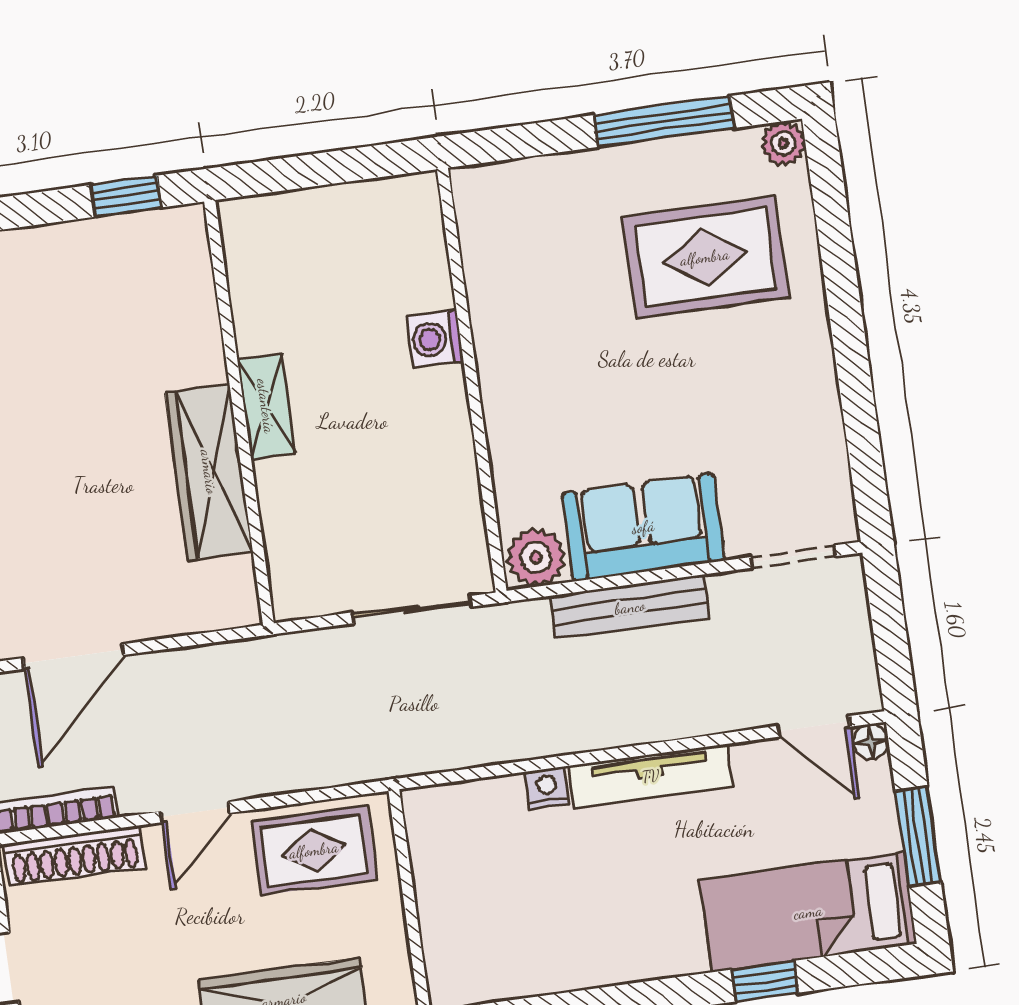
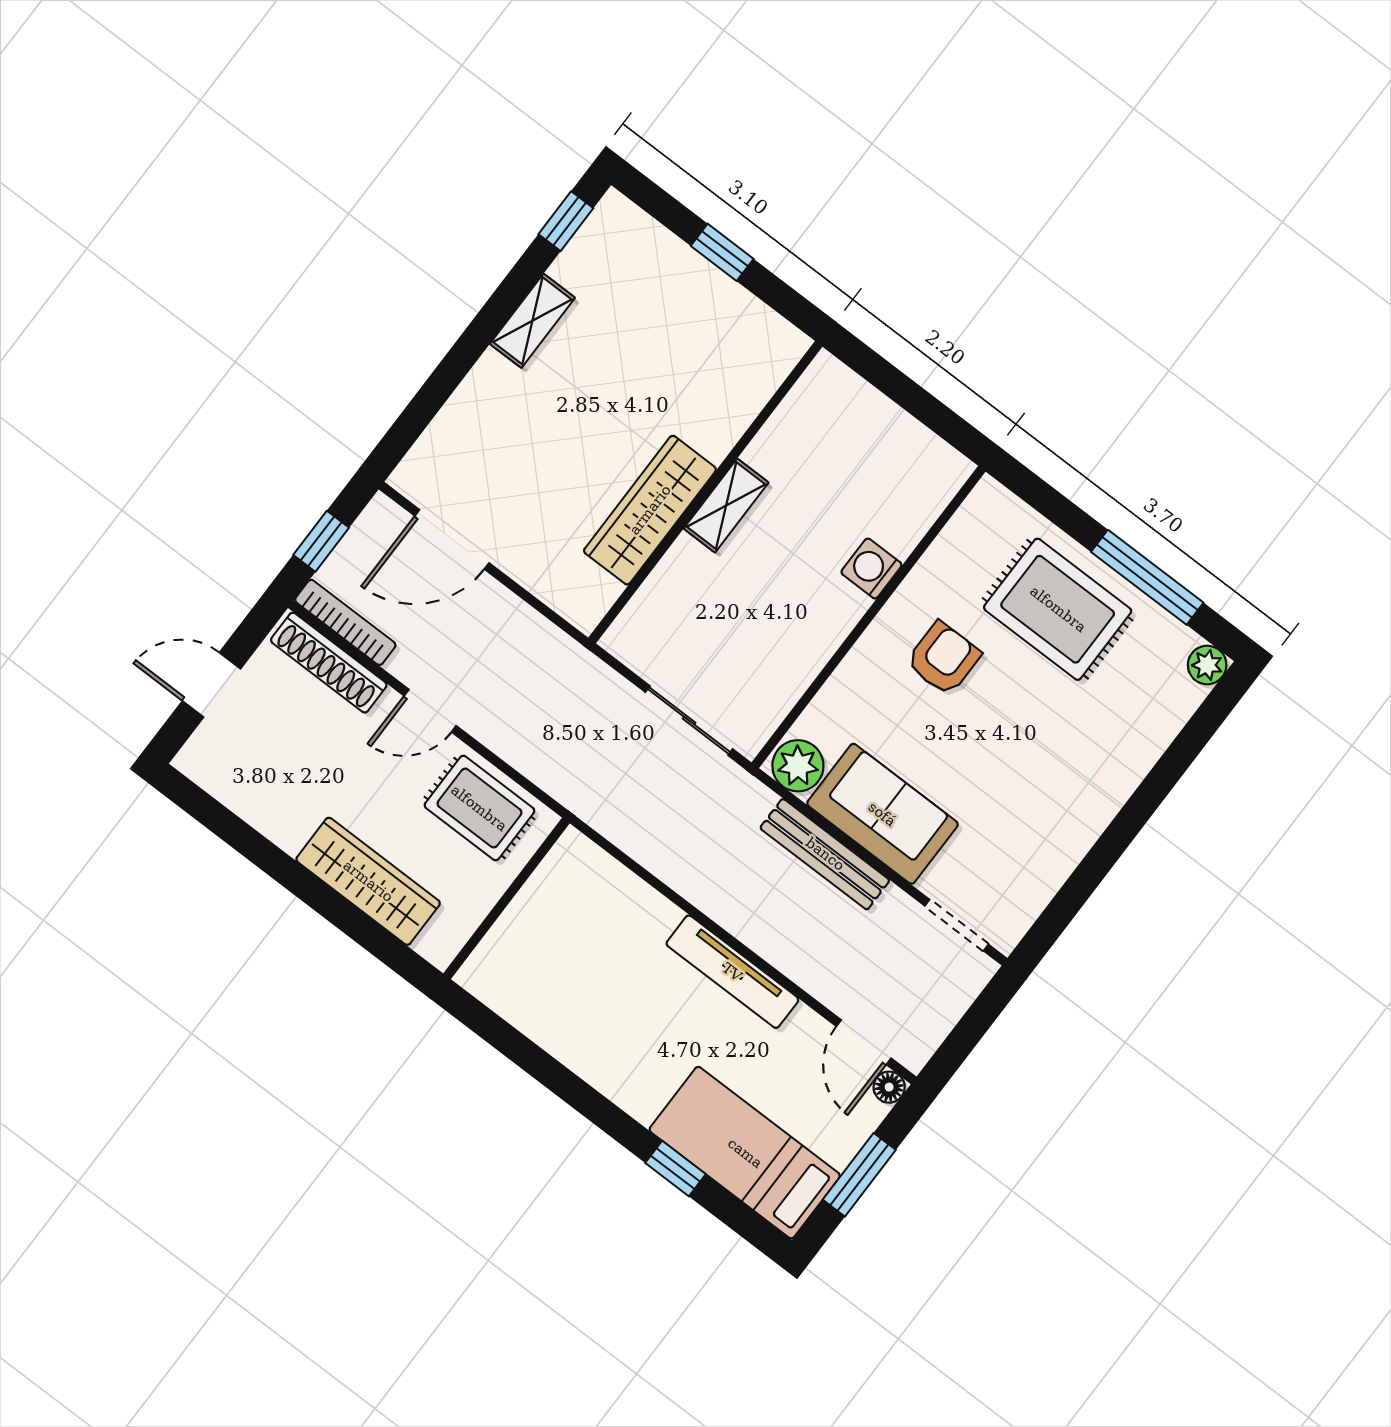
window: (126, 196) -> (722, 252), moved
rug: (705, 257) -> (1058, 609), moved
armchair: (566, 353) -> (943, 658), added
nightstand: (547, 788) -> (661, 914), removed

